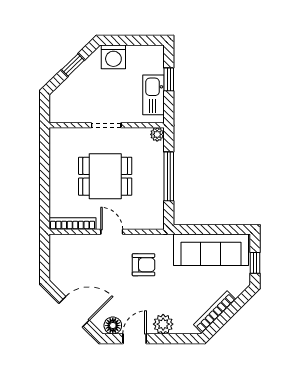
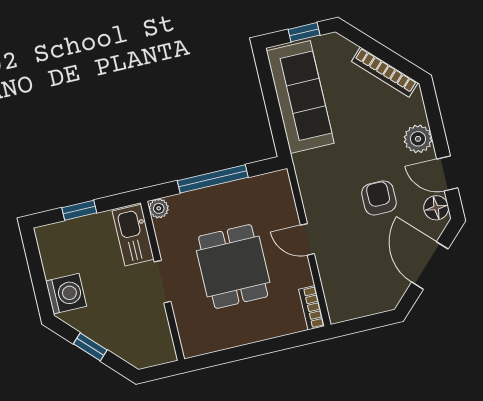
kitchen sink: (154, 95) -> (133, 235), moved, turned 90
bookcase: (73, 224) -> (312, 308), width x0.64
door: (112, 232) -> (307, 239), hinge flipped
armchair: (143, 265) -> (379, 198), moved

